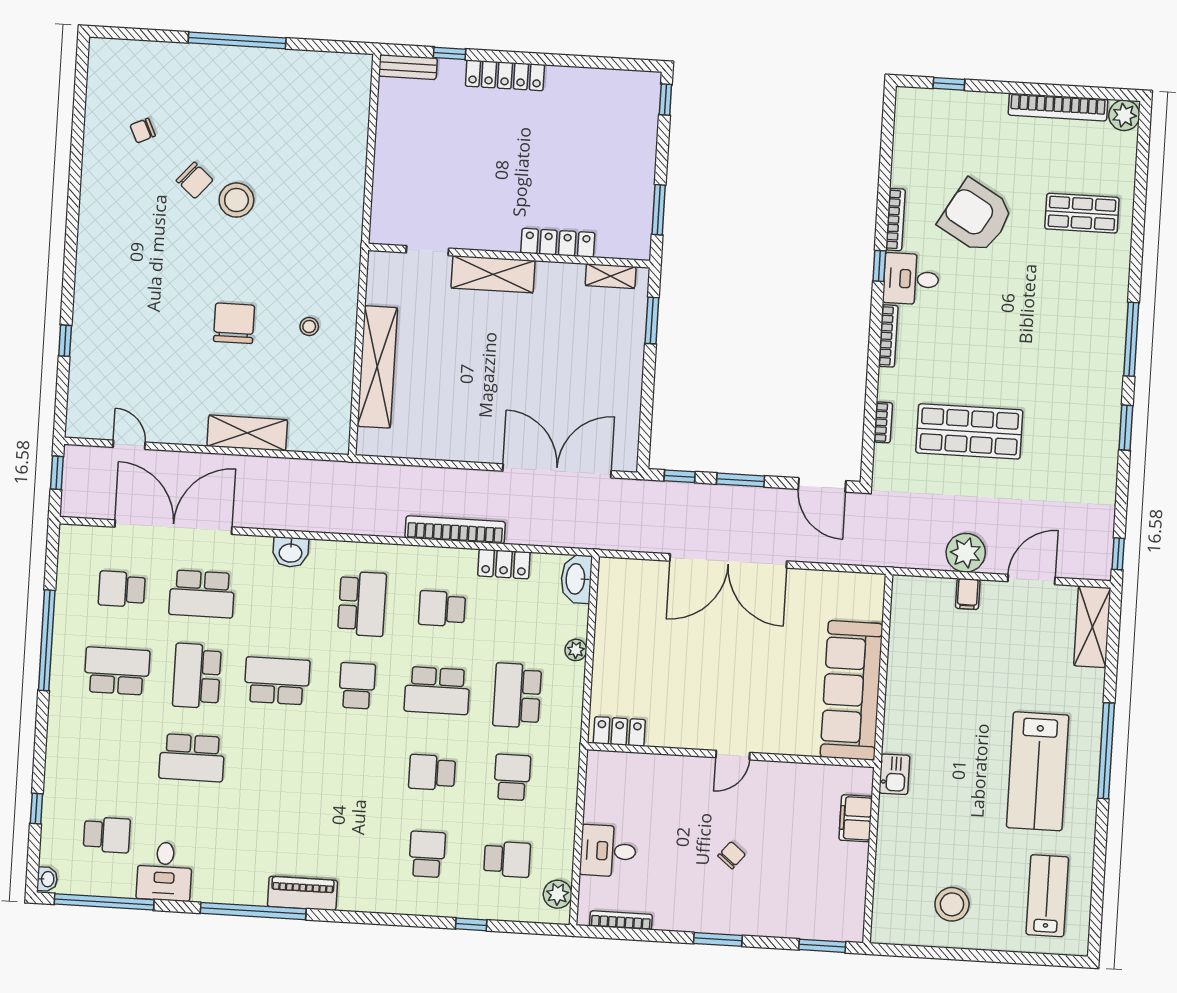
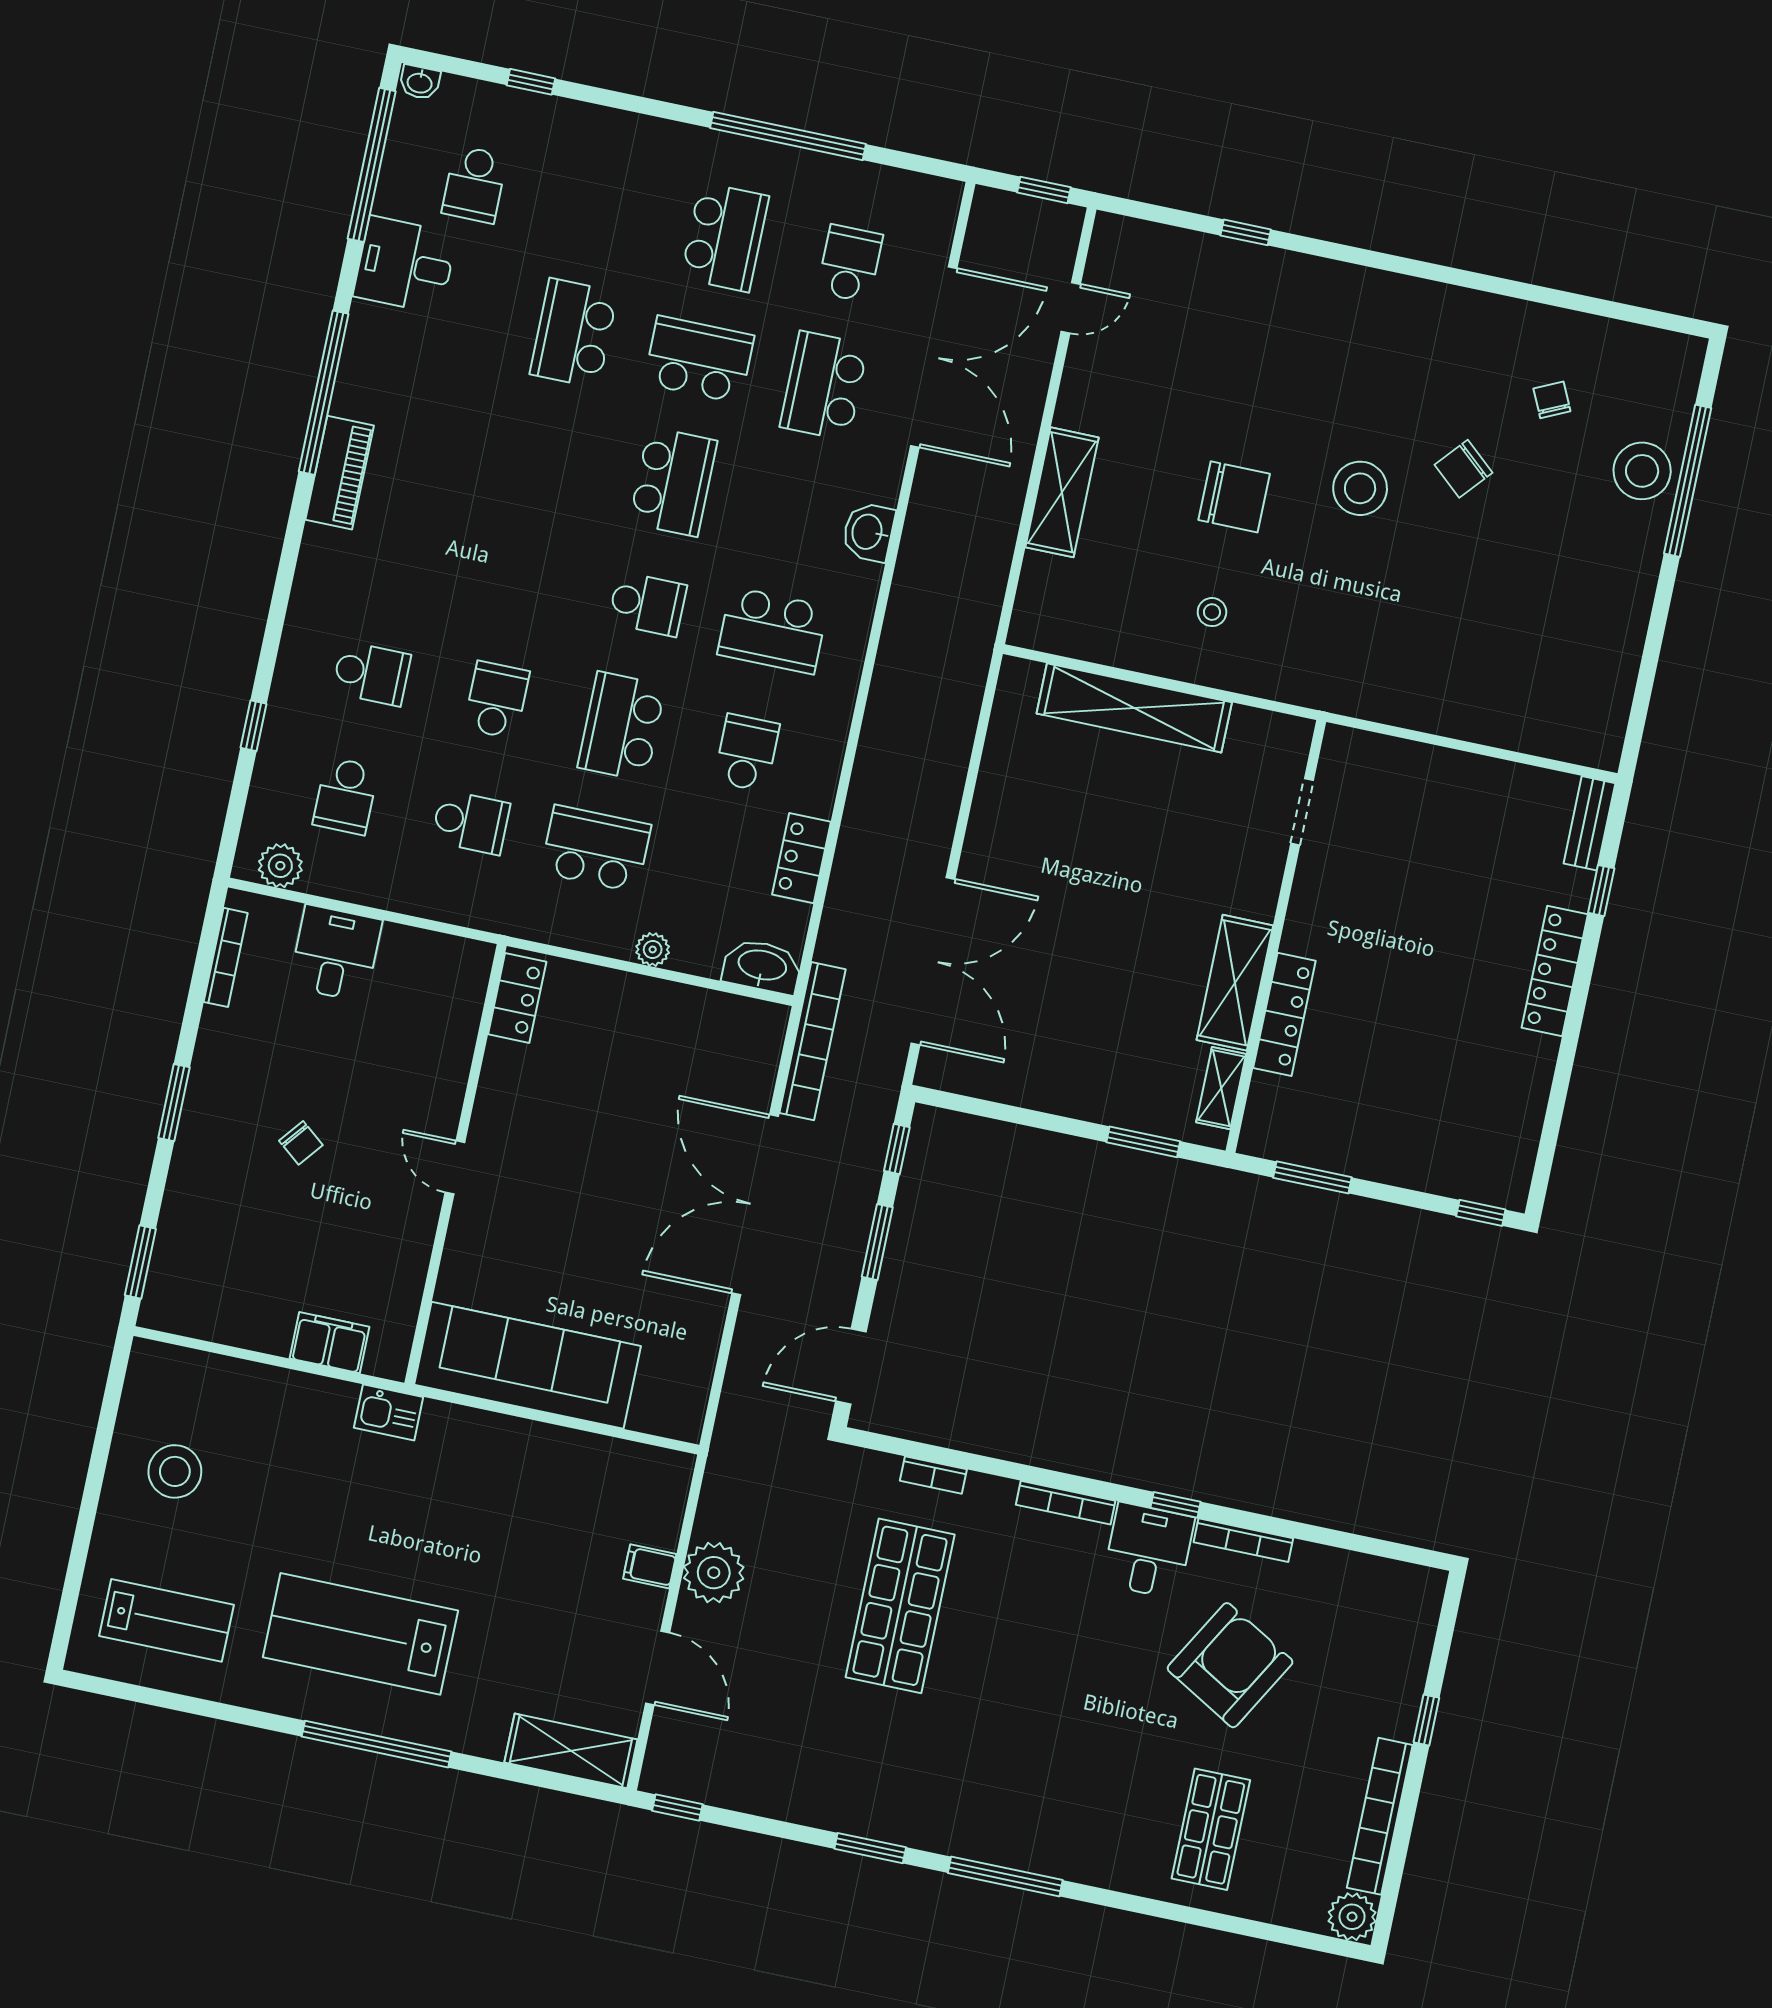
window: (237, 40) -> (1688, 481), moved
stool: (179, 67) -> (1642, 471), added
window: (949, 84) -> (1426, 1720), moved
stool: (236, 200) -> (1360, 488), moved
shelving: (493, 274) -> (1235, 983), moved
bookcase: (455, 530) -> (813, 1041), moved

